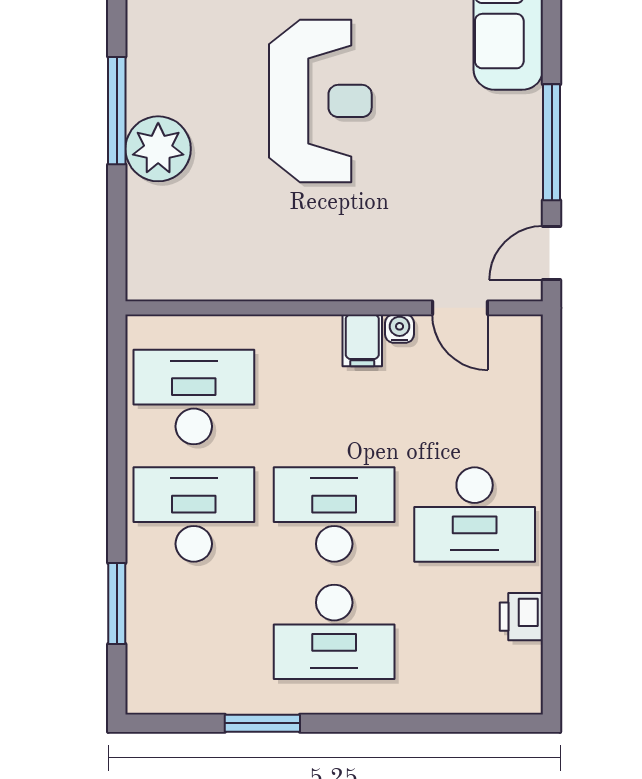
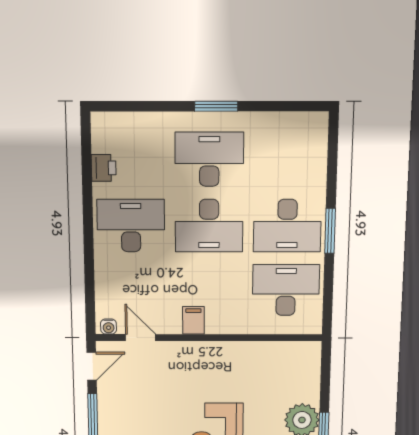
water cooler: (400, 329) -> (109, 327), moved
desk: (194, 397) -> (286, 290), turned 180
window: (117, 604) -> (330, 231), moved
window: (262, 723) -> (216, 106), moved

